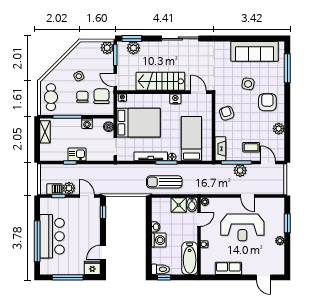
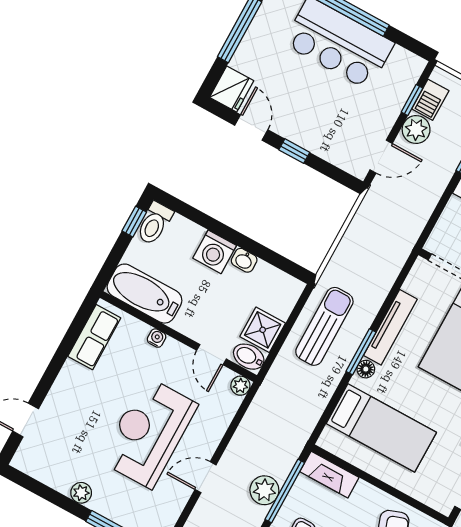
window: (103, 212) -> (294, 151), moved
row of seats: (228, 268) -> (94, 337), moved

